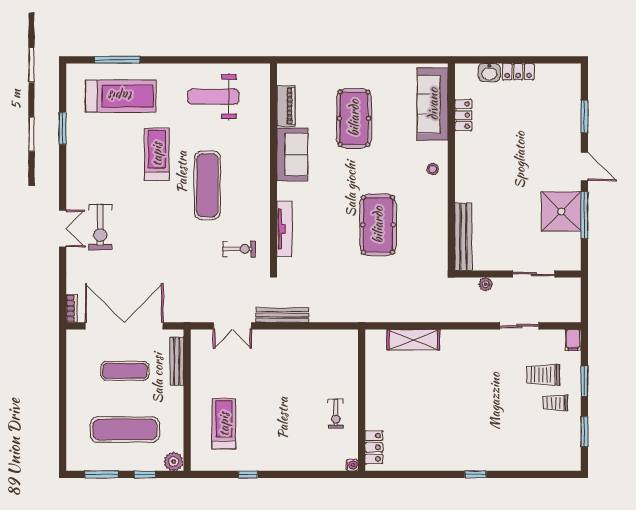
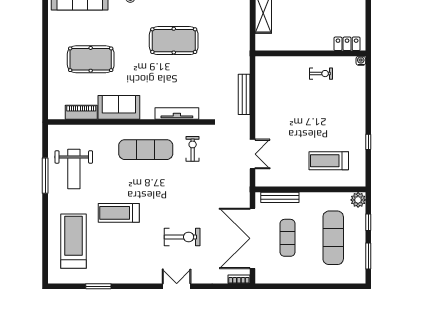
window: (117, 60) -> (45, 176), moved
exercise mat: (207, 185) -> (146, 150), moved
exercise bike: (100, 227) -> (182, 237), moved
bench: (282, 315) -> (244, 94), moved

